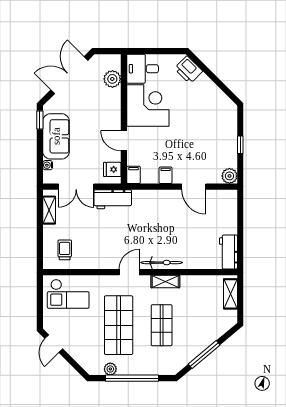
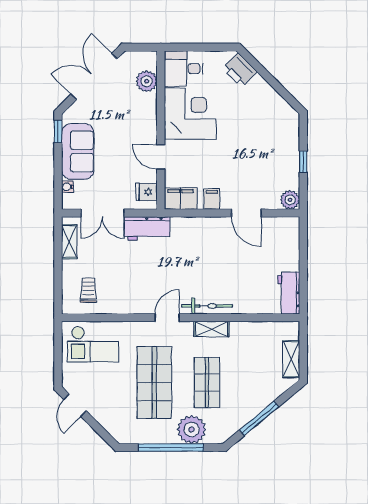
filing cabinet: (133, 175) -> (181, 199), width x2.00
shelving: (230, 294) -> (291, 359), moved
plant: (110, 369) -> (192, 430), moved, width x1.88, depth x1.88

